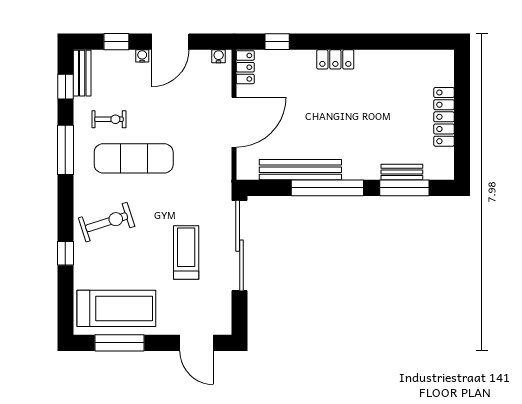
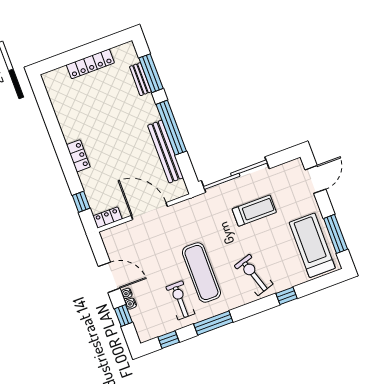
water cooler: (219, 56) -> (131, 304), moved
bench: (82, 73) -> (155, 331), removed
exercise bike: (109, 119) -> (180, 300), width x1.38, depth x1.39
treadmill: (186, 253) -> (254, 211), turned 180

